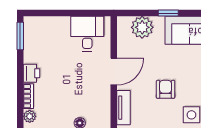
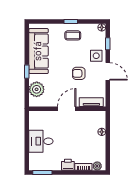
desk: (87, 34) -> (41, 141), moved
door: (114, 72) -> (67, 109), hinge flipped

